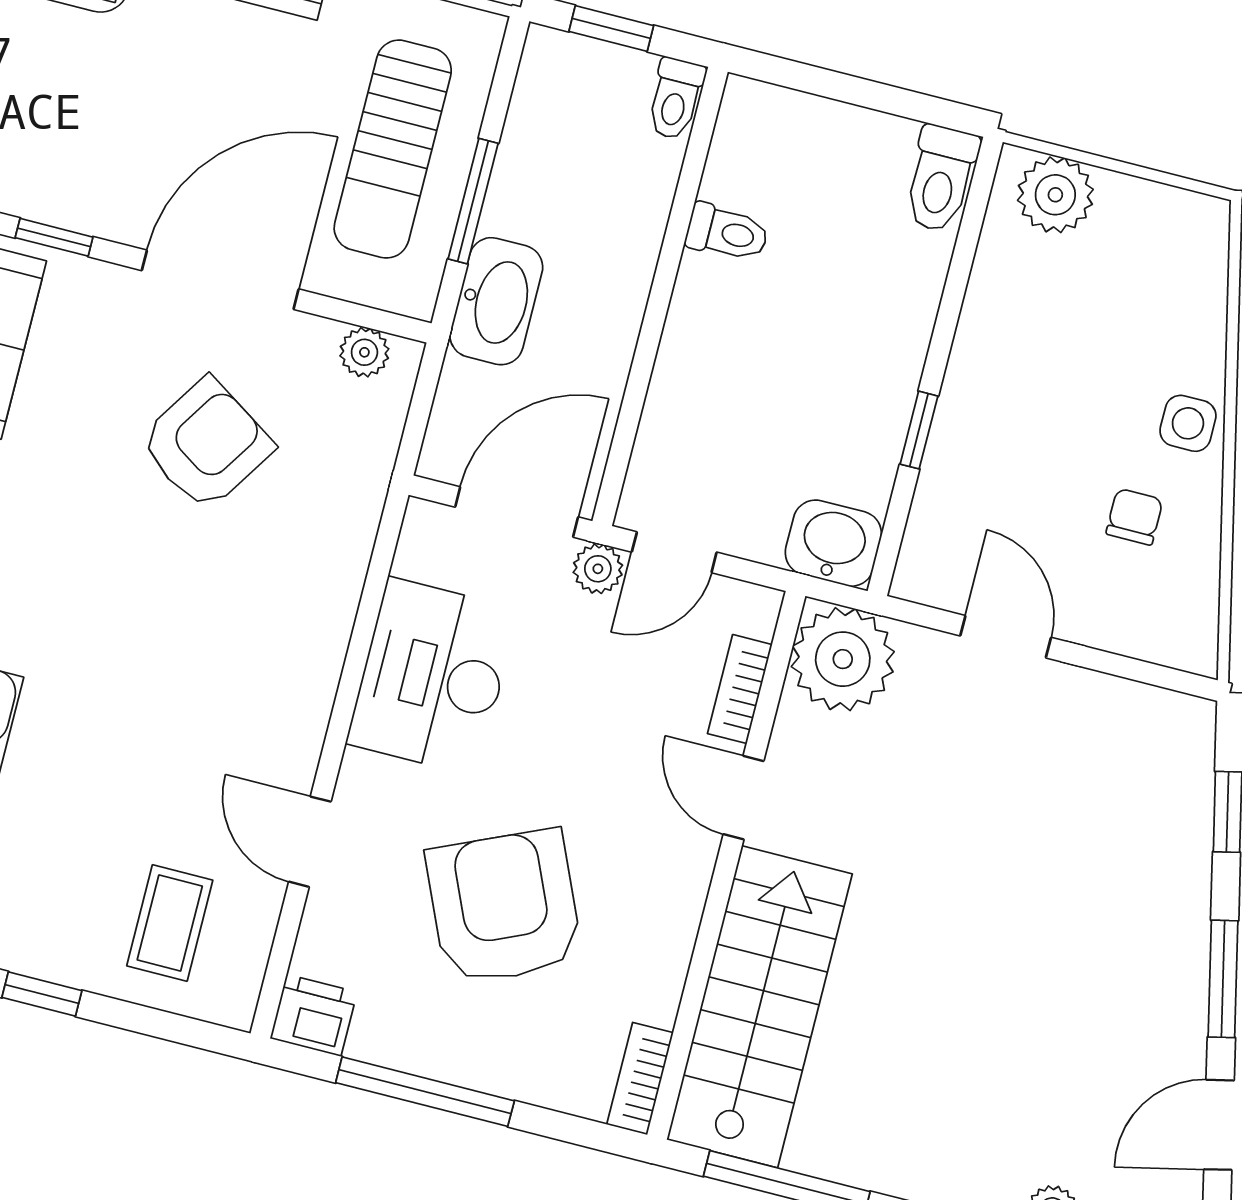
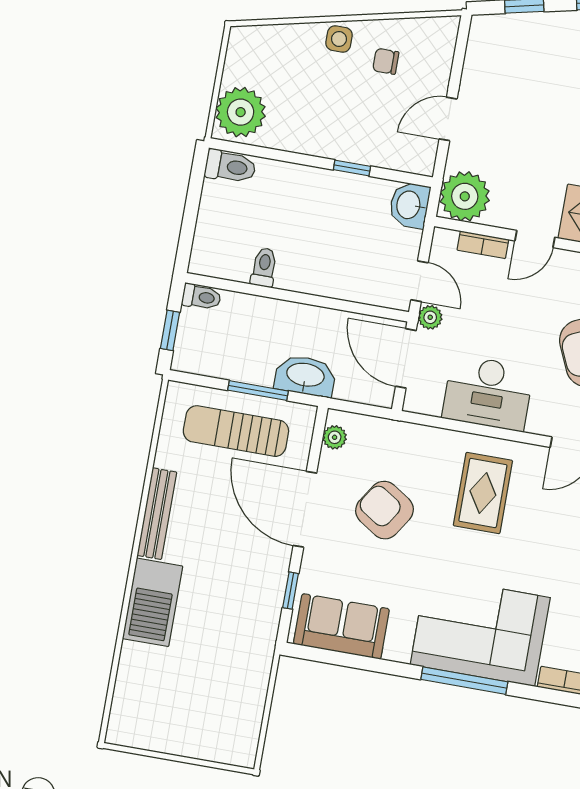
sun lounger: (393, 149) -> (236, 431), turned 180
plant: (1055, 195) -> (241, 112), width x1.36, depth x1.36
rug: (226, 651) -> (483, 493), added

